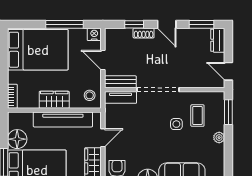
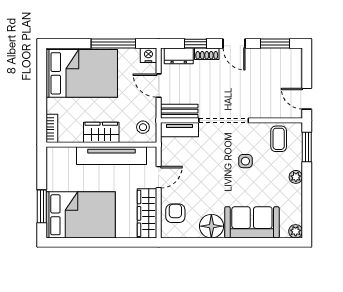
dresser: (218, 40) -> (179, 56), moved, turned -90
coffee table: (197, 116) -> (279, 139), moved
floor lamp: (17, 139) -> (58, 179), removed

